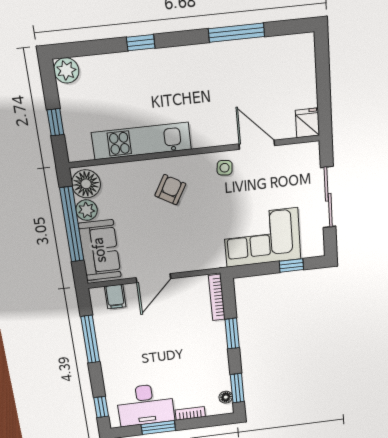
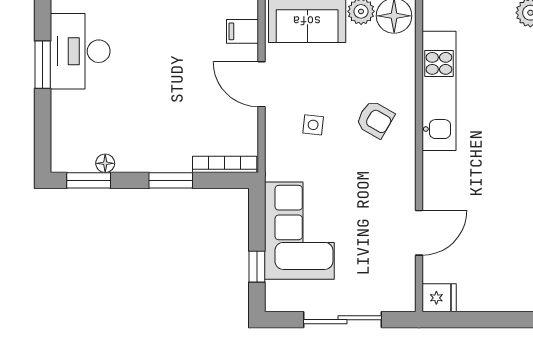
side table: (225, 168) -> (313, 125), moved
floor lamp: (226, 397) -> (105, 163), moved
bookcase: (190, 413) -> (59, 112), removed

